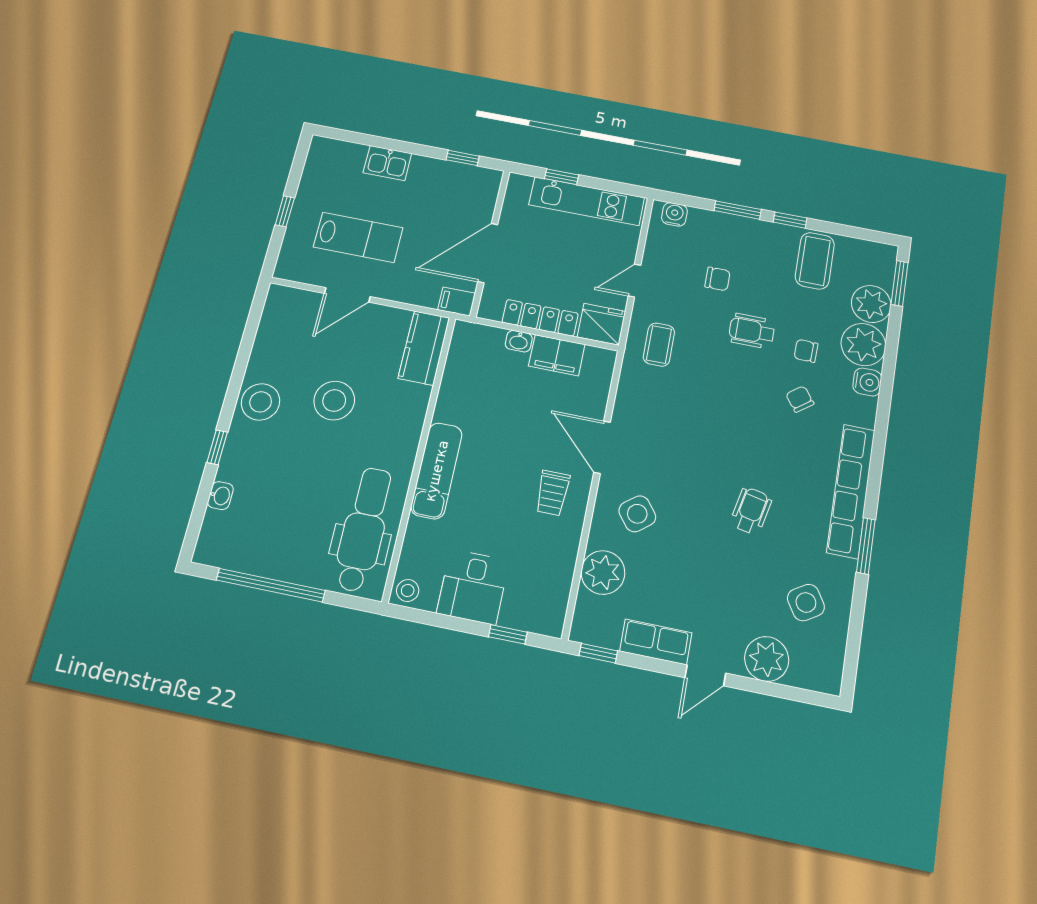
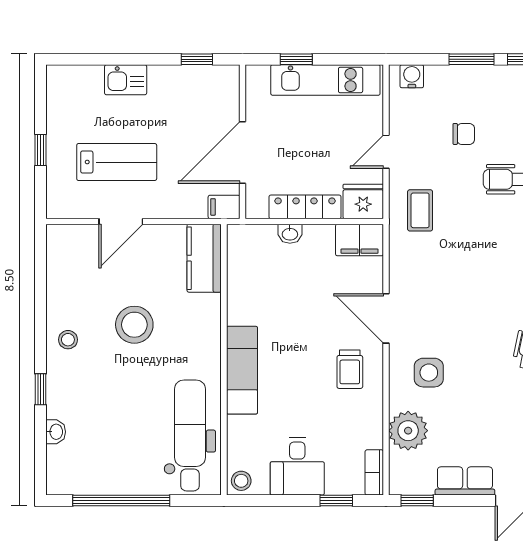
filing cabinet: (557, 355) -> (359, 240), moved
stool: (261, 402) -> (68, 340), width x0.53, depth x0.53
side table: (637, 514) -> (429, 373), turned 38
bookcase: (557, 611) -> (374, 472), added

